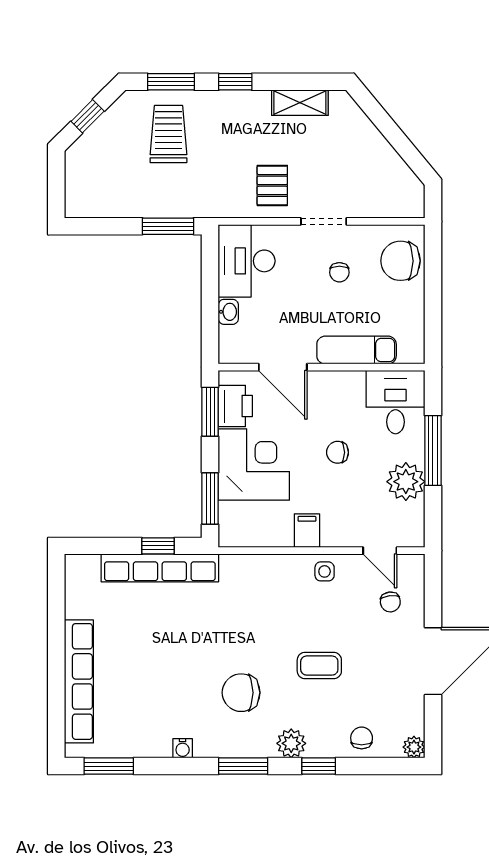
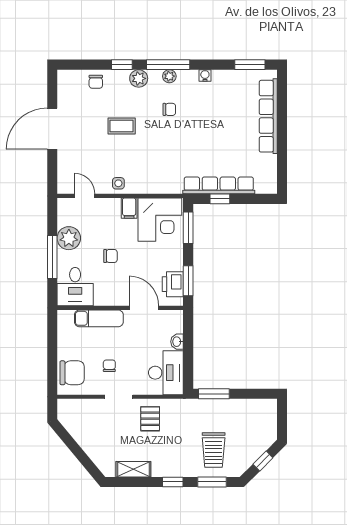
corner desk: (254, 464) -> (160, 220), moved, turned -90
chair: (390, 602) -> (78, 165), removed
chair: (241, 693) -> (169, 109), width x0.54, depth x0.54
plant: (414, 747) -> (169, 76), moved
window: (243, 766) -> (168, 65), width x1.44

